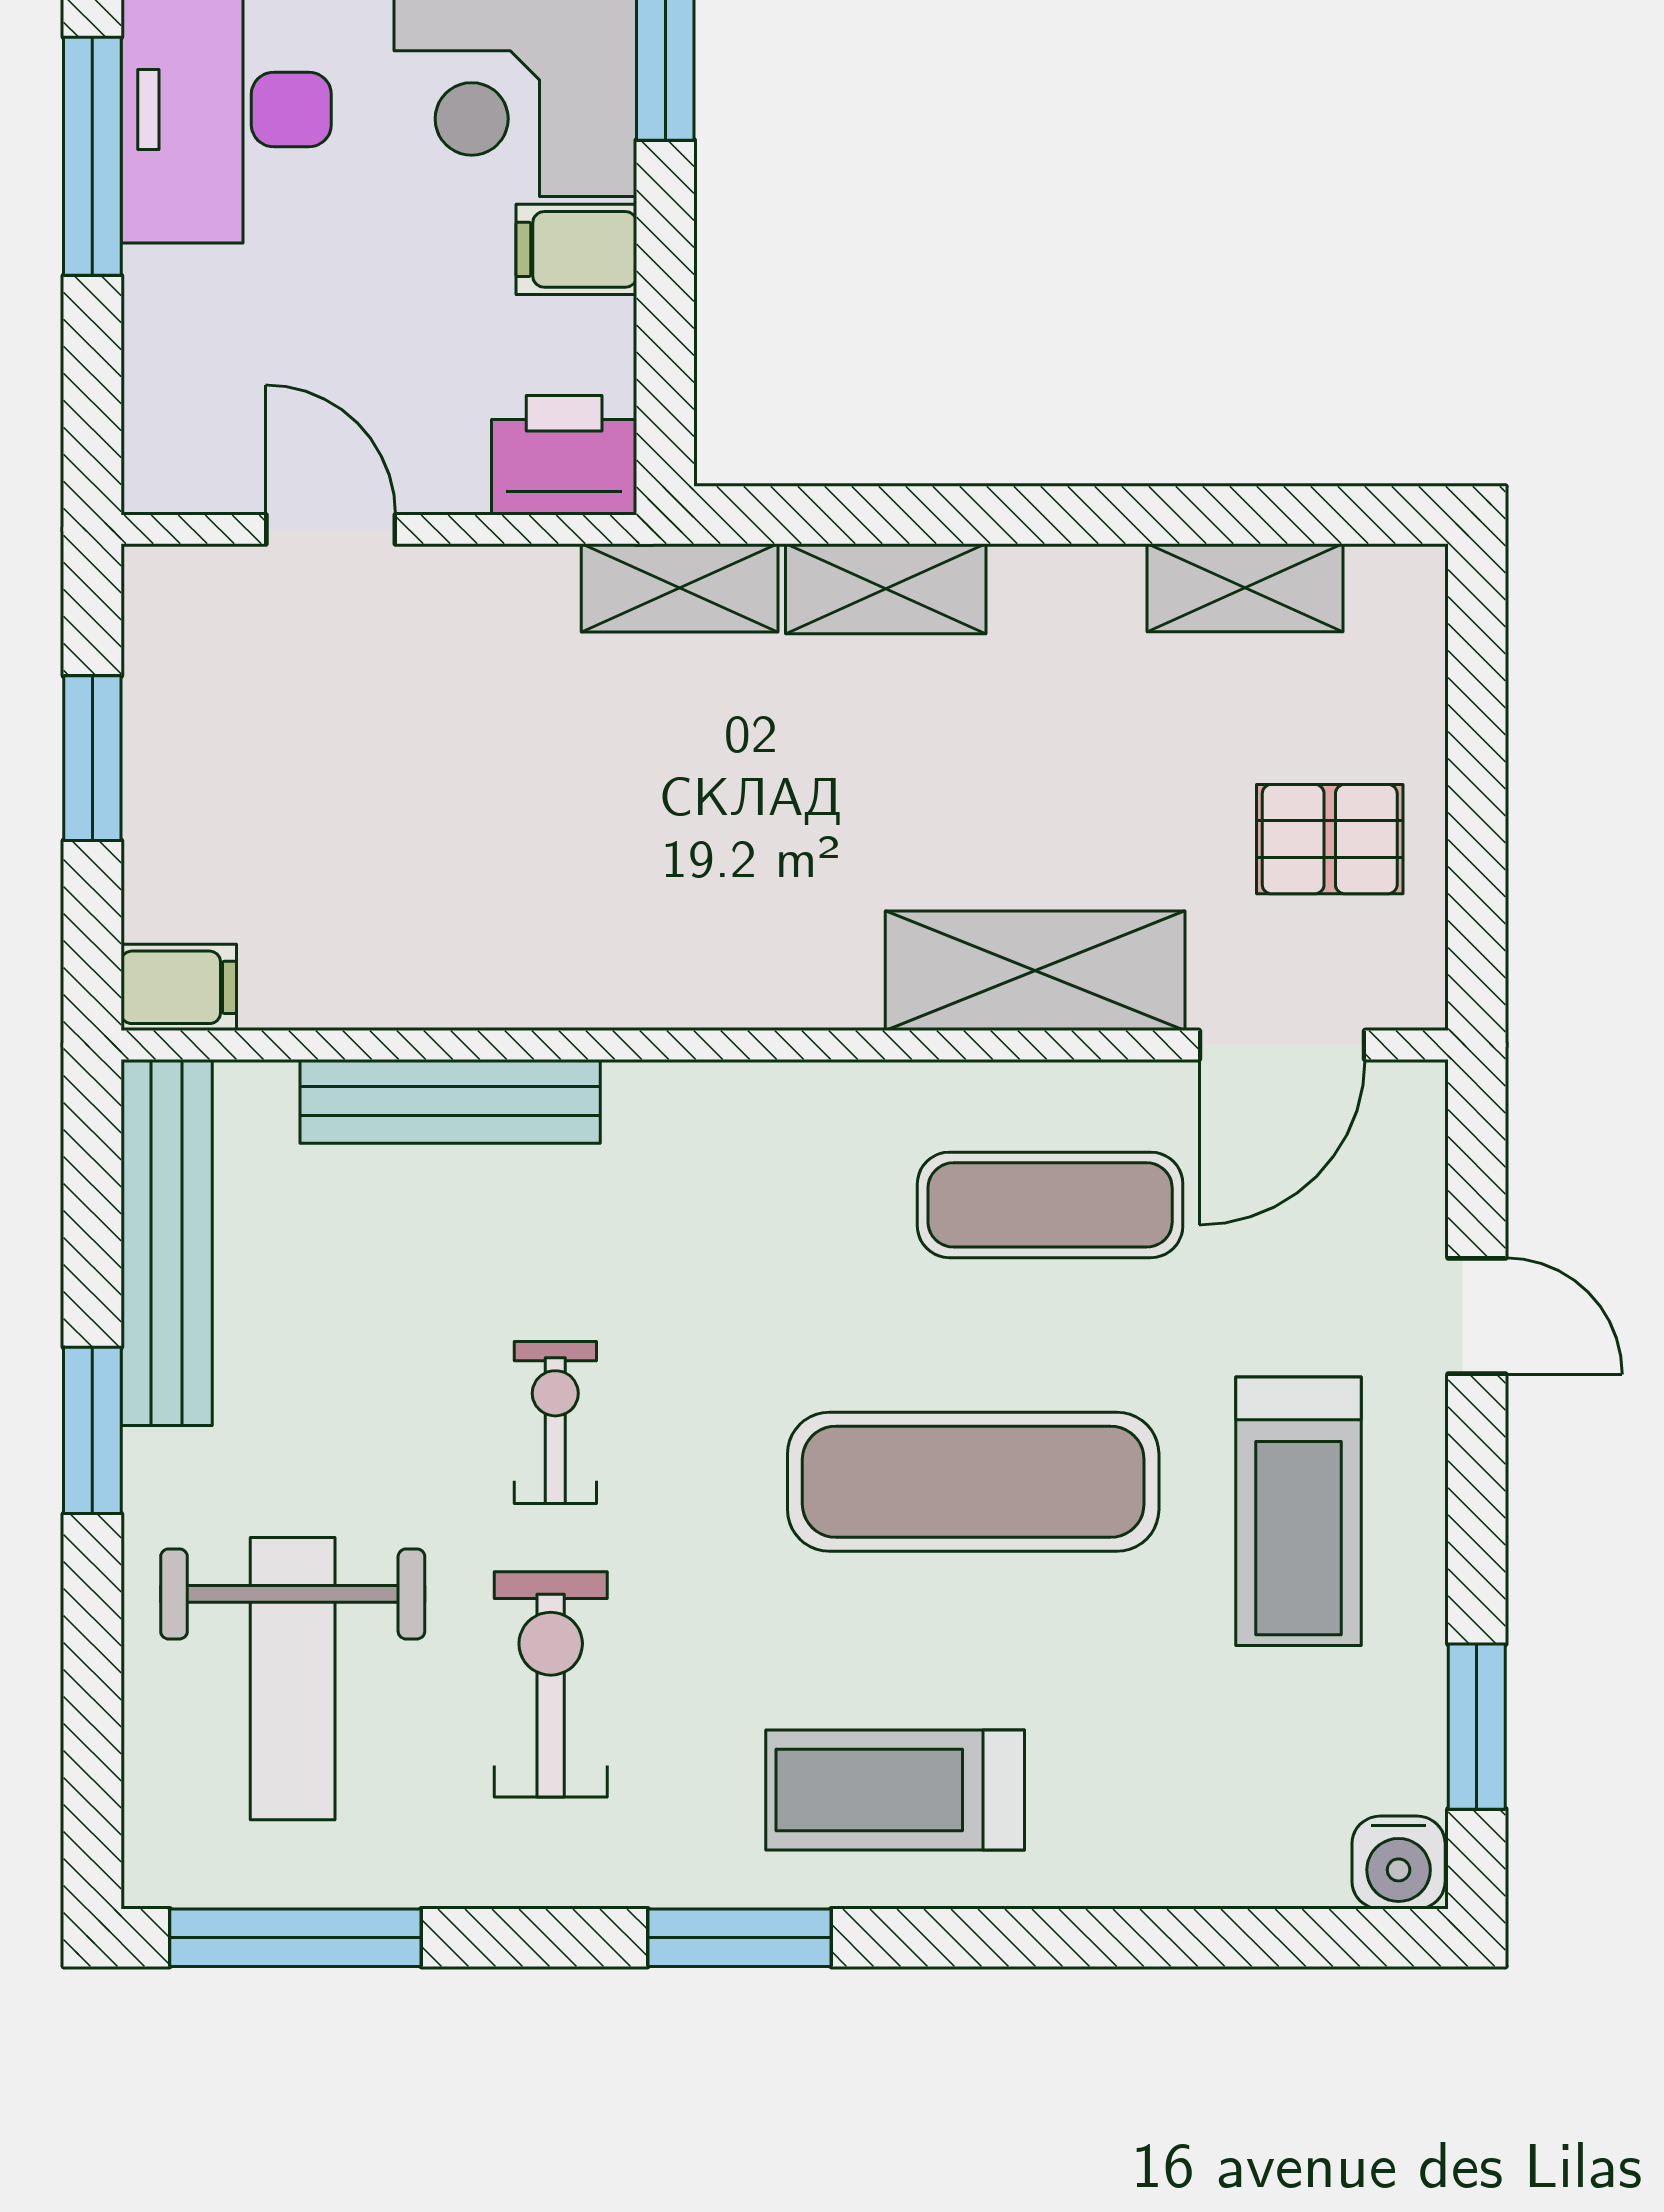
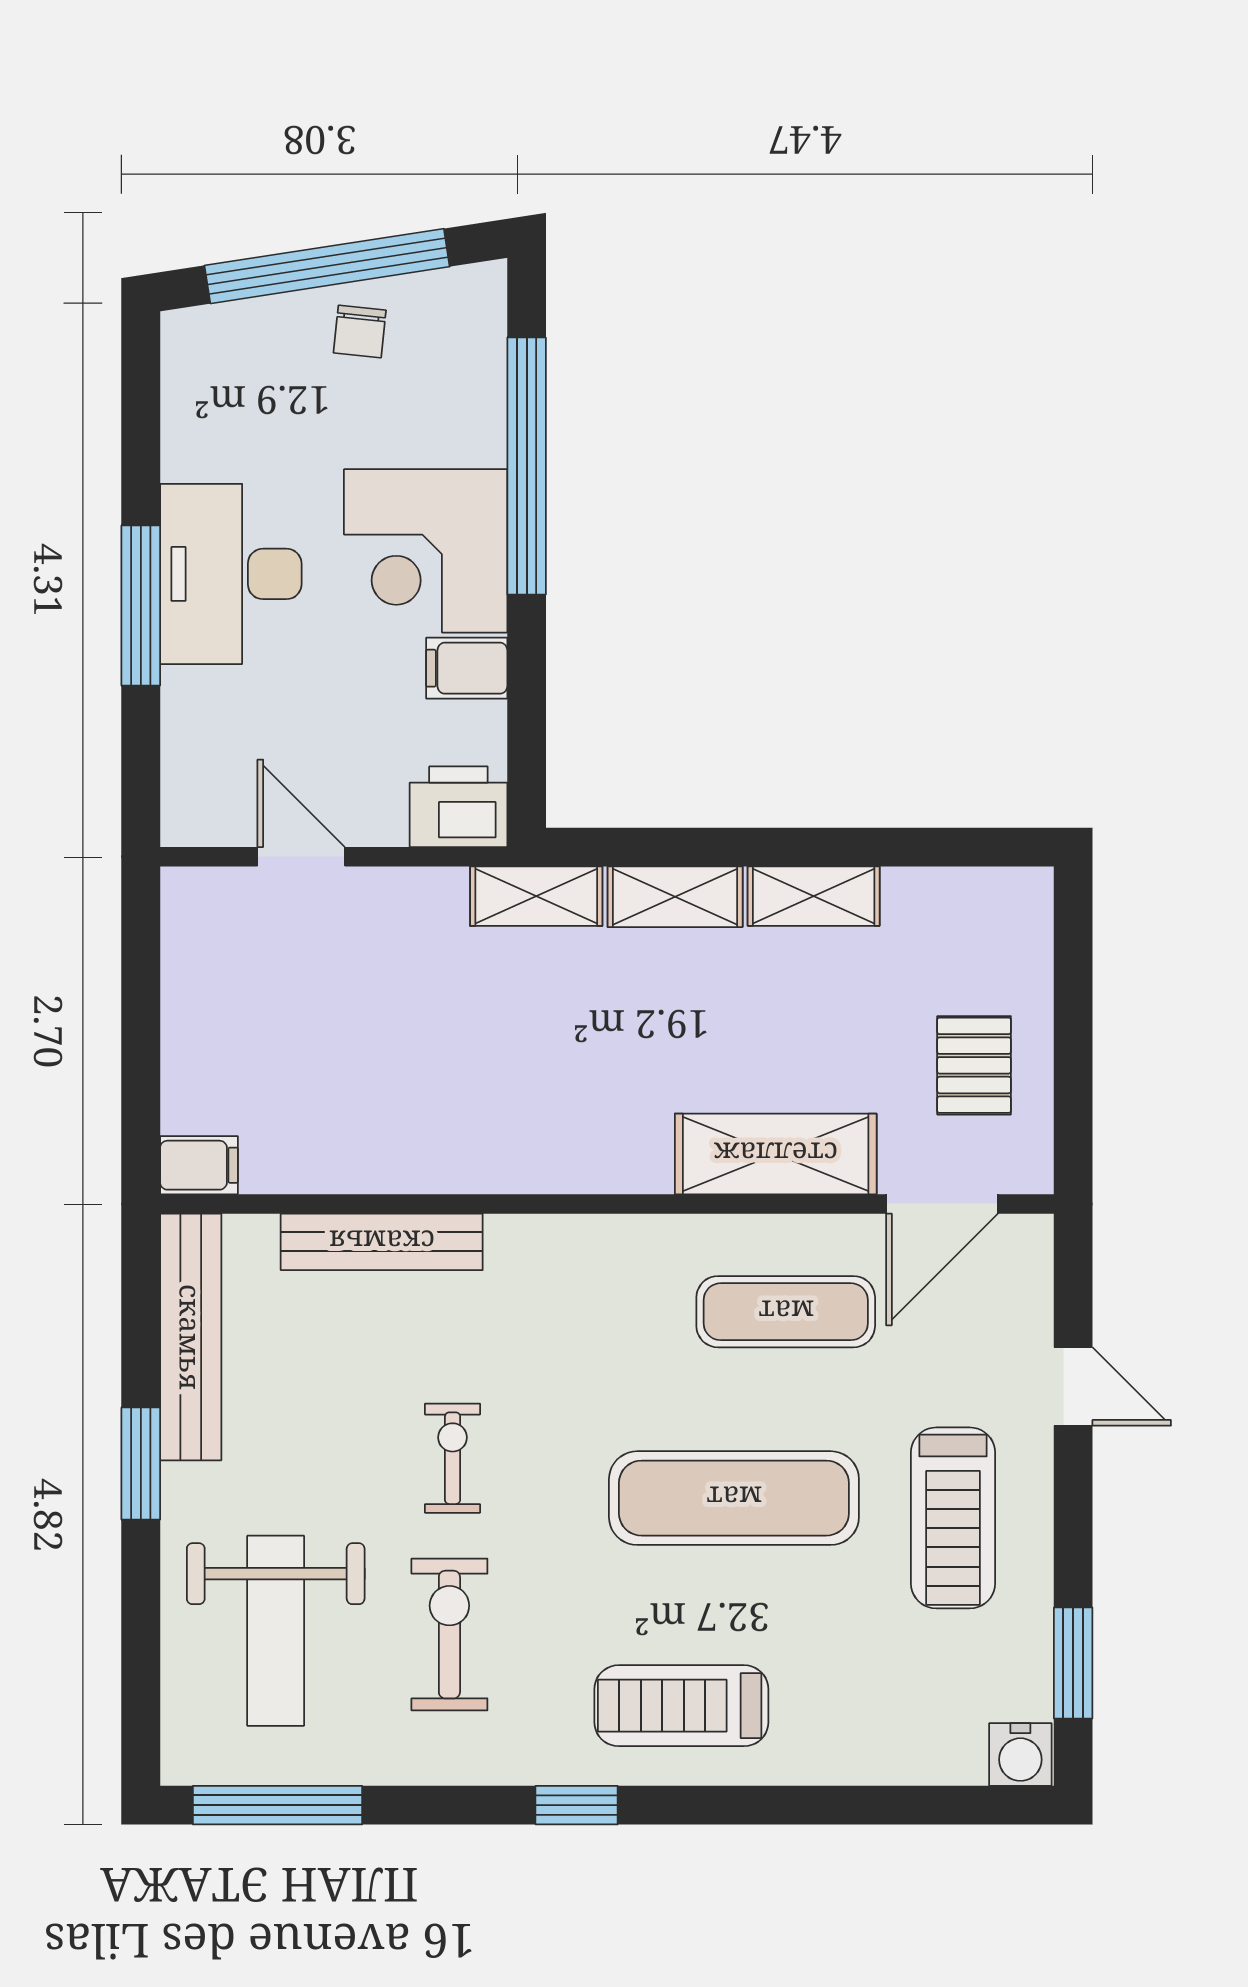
shelving: (1245, 588) -> (814, 896), moved
window: (92, 758) -> (141, 1011), removed
pallet: (1330, 839) -> (974, 1065), turned 90
window: (739, 1938) -> (577, 1805), width x0.67

